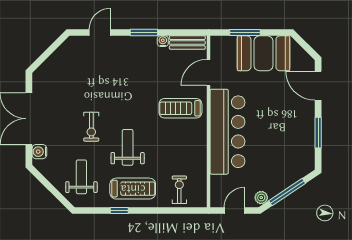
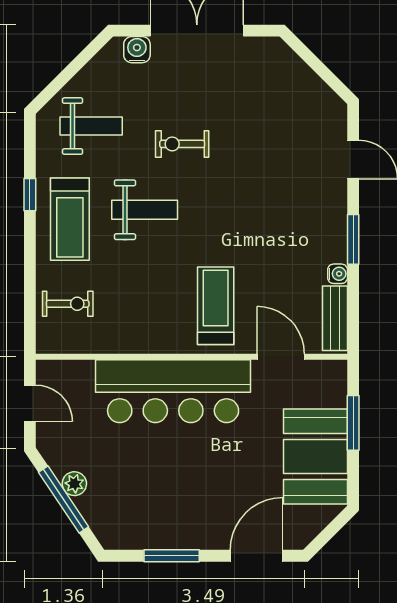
plant: (261, 198) -> (74, 484), moved

